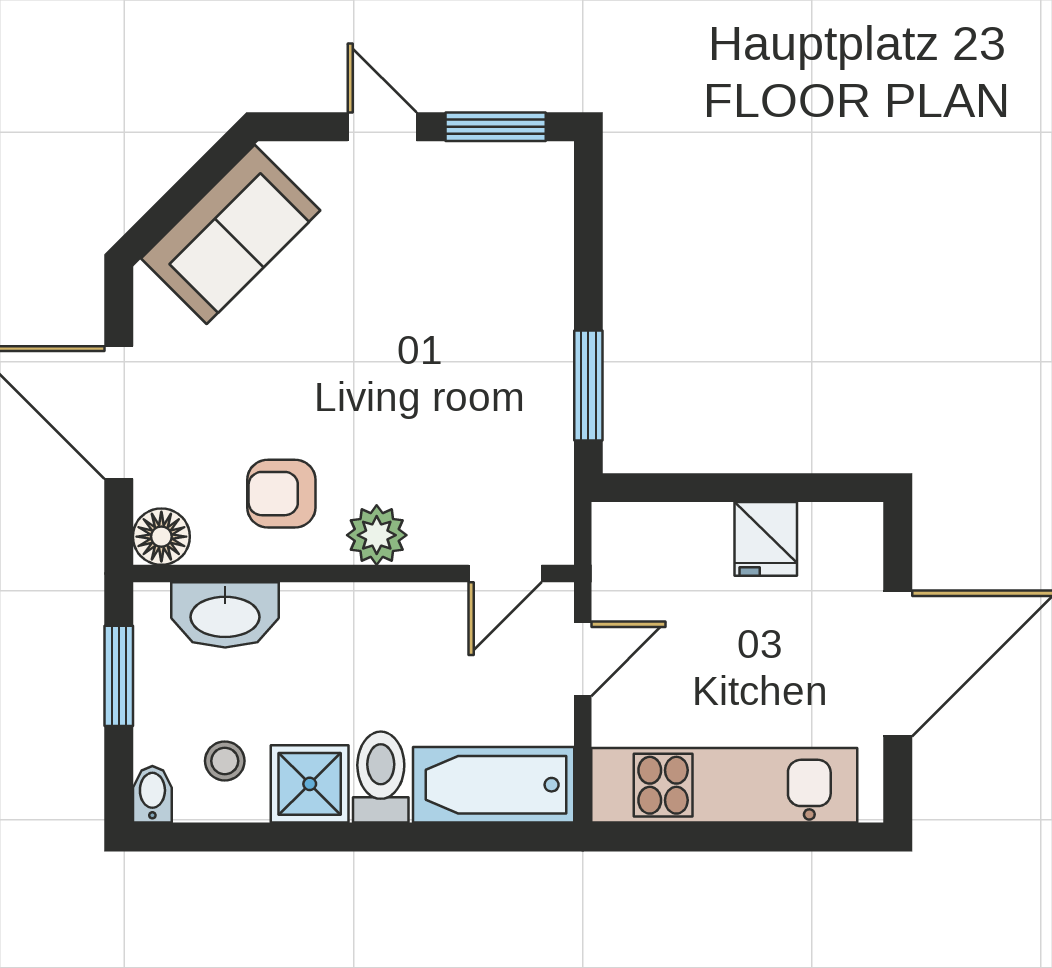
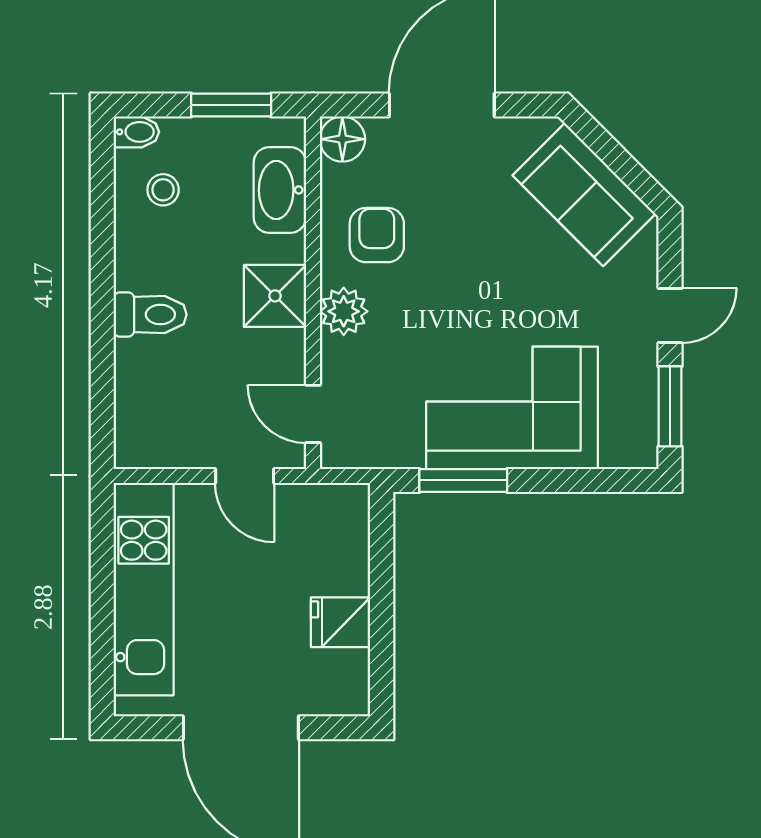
corner sofa: (498, 324) -> (512, 408), added
shower: (310, 784) -> (275, 296), moved
bathtub: (494, 785) -> (144, 405), removed

